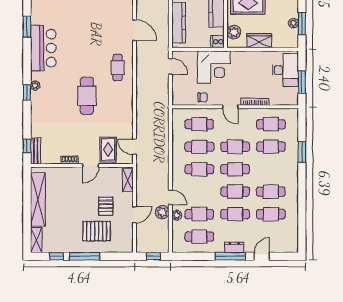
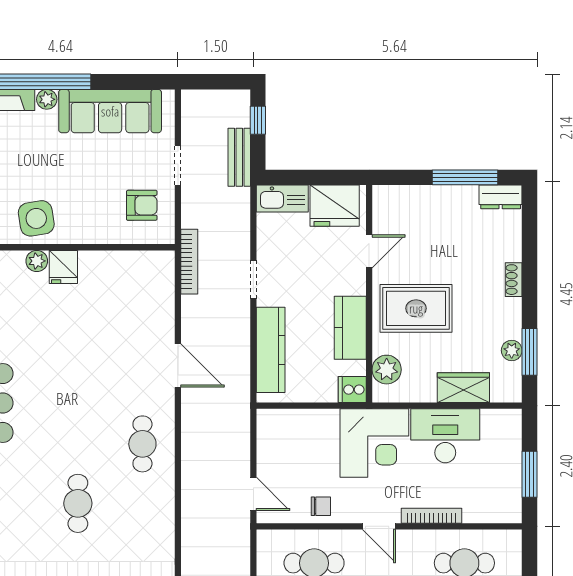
wardrobe: (259, 41) -> (463, 388), moved
door: (170, 66) -> (253, 494), moved
corner desk: (214, 67) -> (374, 443), moved
desk: (285, 70) -> (445, 436), moved, turned -90
cafe table: (87, 96) -> (78, 503), width x0.73, depth x0.74

